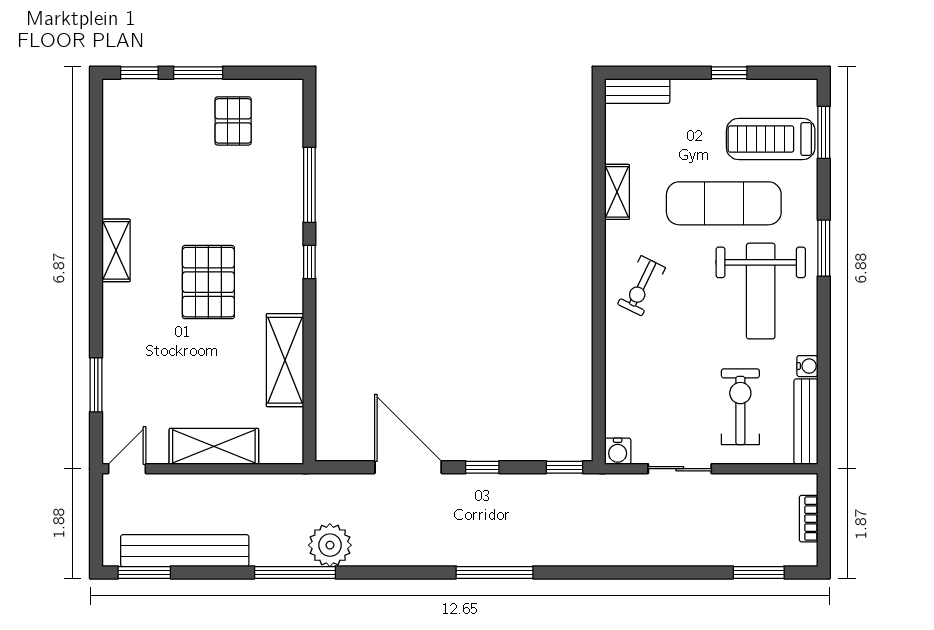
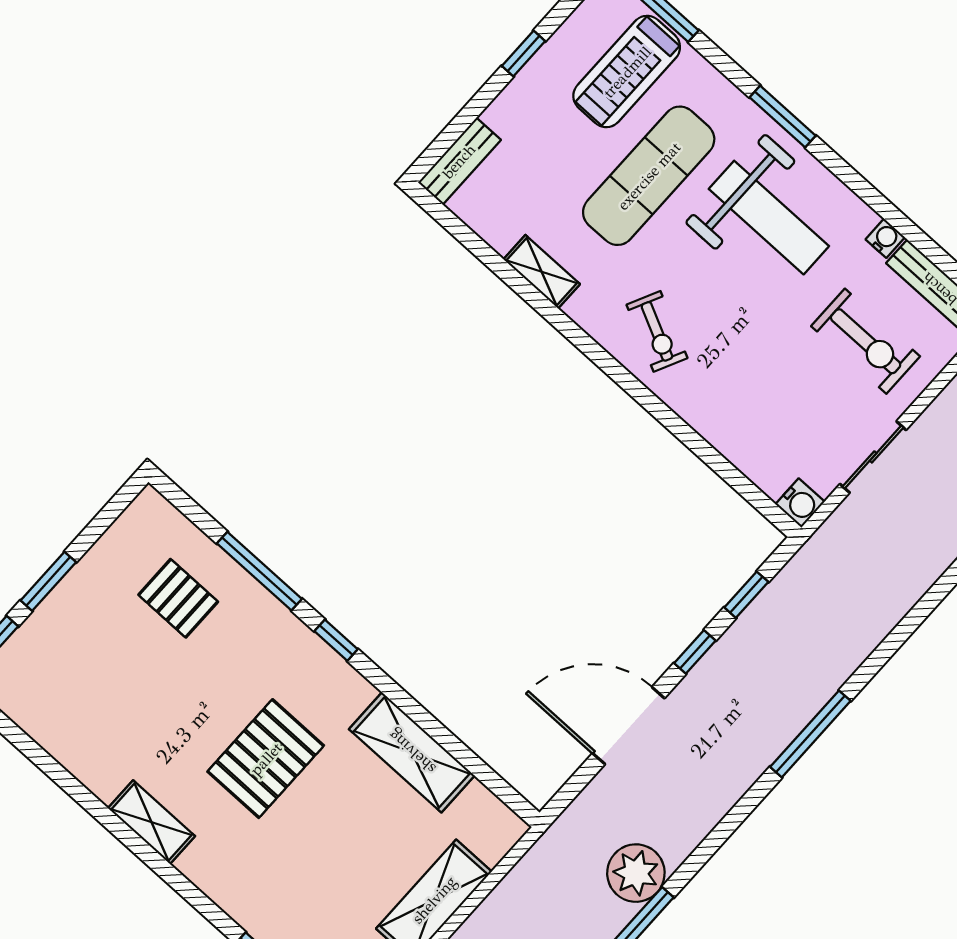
pallet: (233, 121) -> (178, 598), moved
pallet: (208, 282) -> (266, 759), turned 90
exercise bike: (740, 407) -> (866, 341), turned 180
window: (564, 467) -> (746, 595), moved

